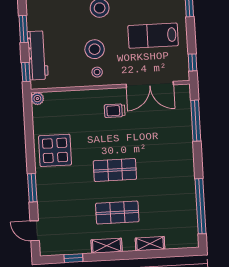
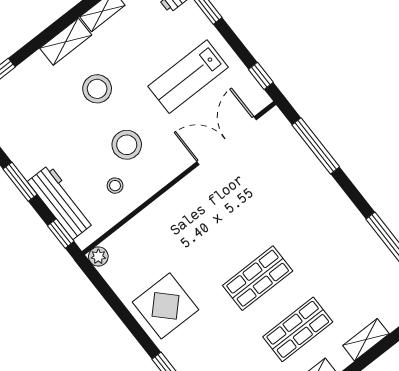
stool: (97, 72) -> (115, 186), moved
double door: (150, 84) -> (227, 141), swing flipped
trolley: (115, 111) -> (206, 204), removed

